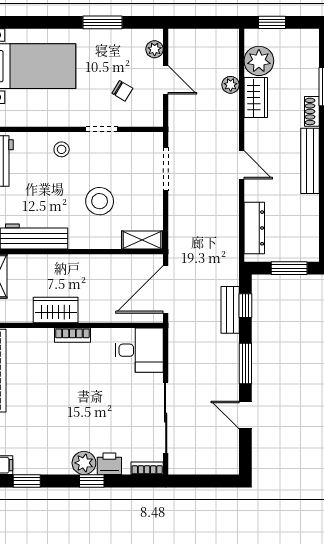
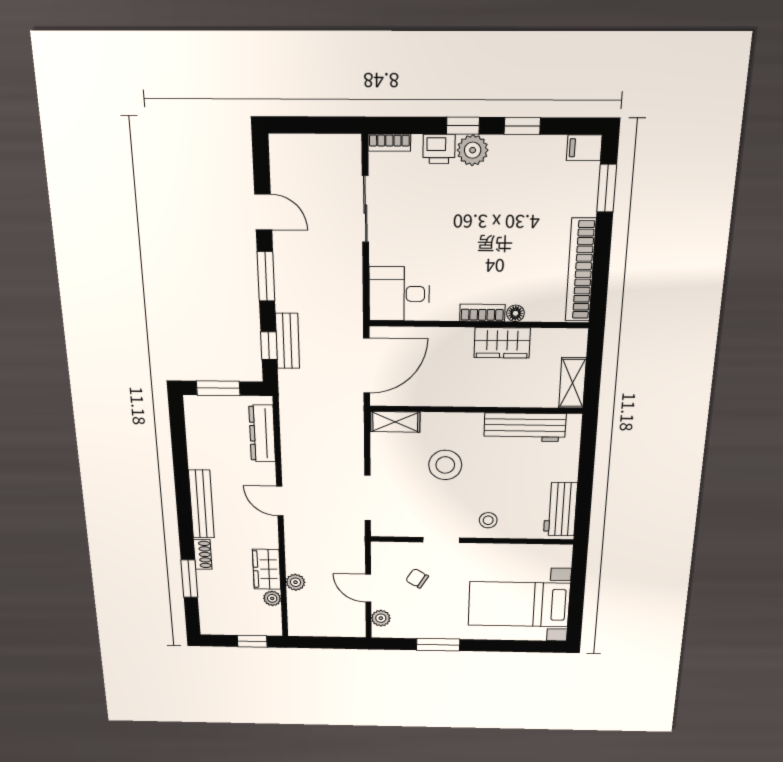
plant: (259, 61) -> (272, 598), width x0.53, depth x0.53
floor lamp: (46, 335) -> (515, 313), added
sliding door: (166, 418) -> (365, 209), width x0.73
window: (27, 481) -> (522, 126), moved

